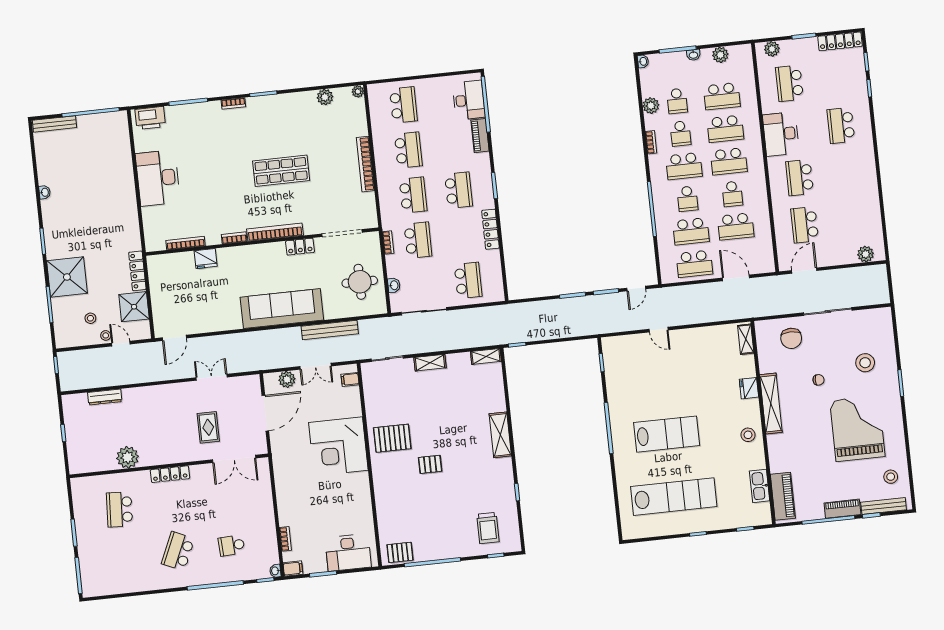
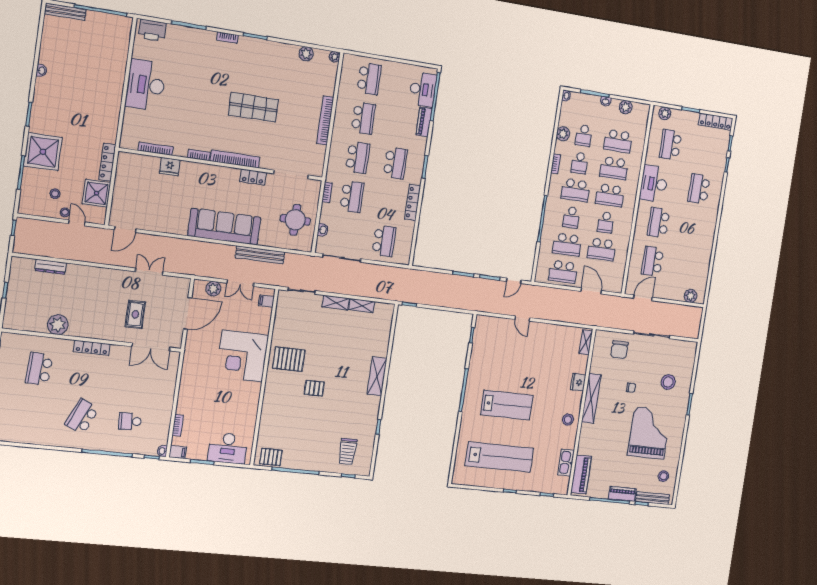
shelving: (486, 356) -> (362, 306), moved

